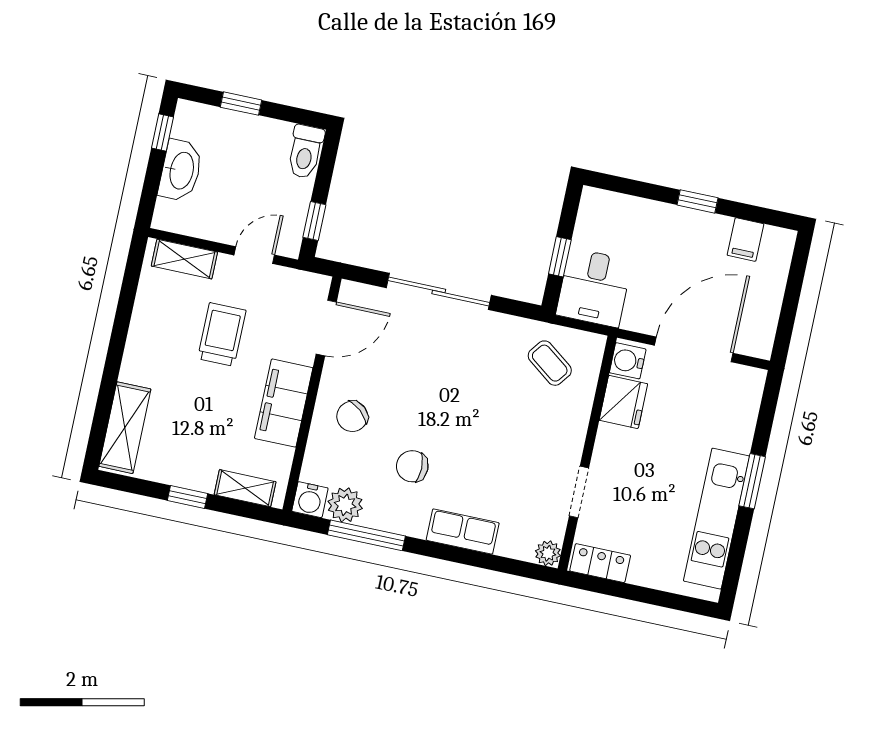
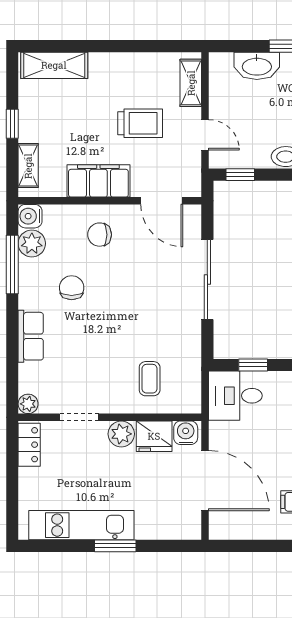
coffee table: (550, 363) -> (150, 379), moved, turned -37
chair: (352, 416) -> (100, 235), turned -41
plant: (612, 443) -> (121, 434), added

